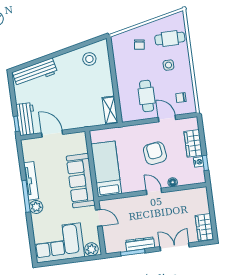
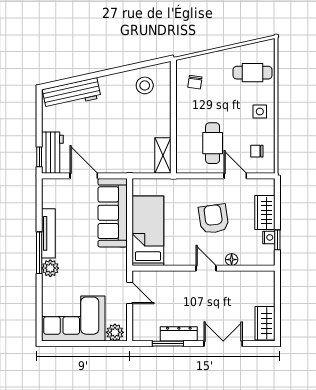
chair: (139, 45) -> (195, 82), moved
side table: (168, 65) -> (260, 112), moved
sofa: (81, 181) -> (113, 213), moved

